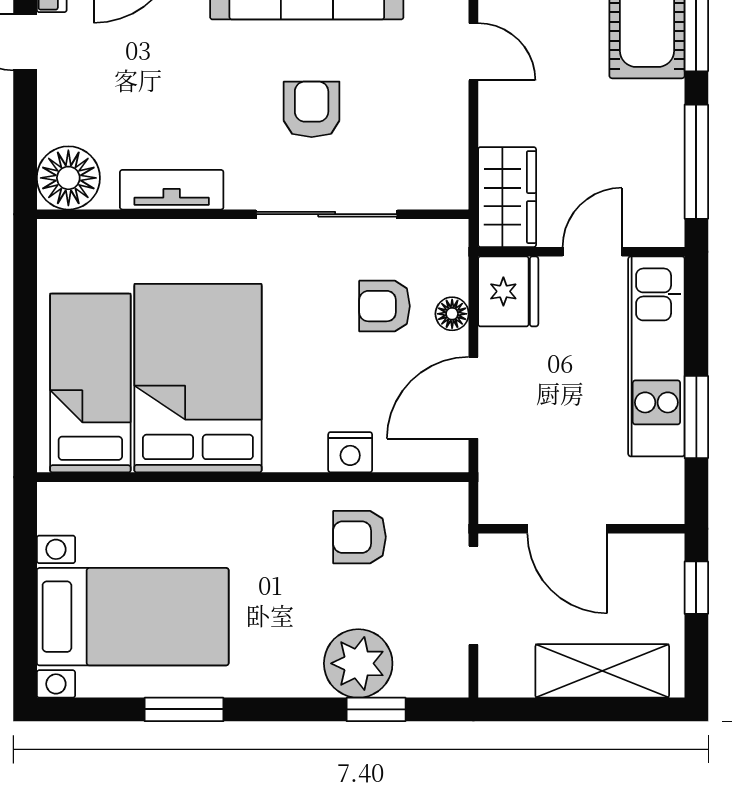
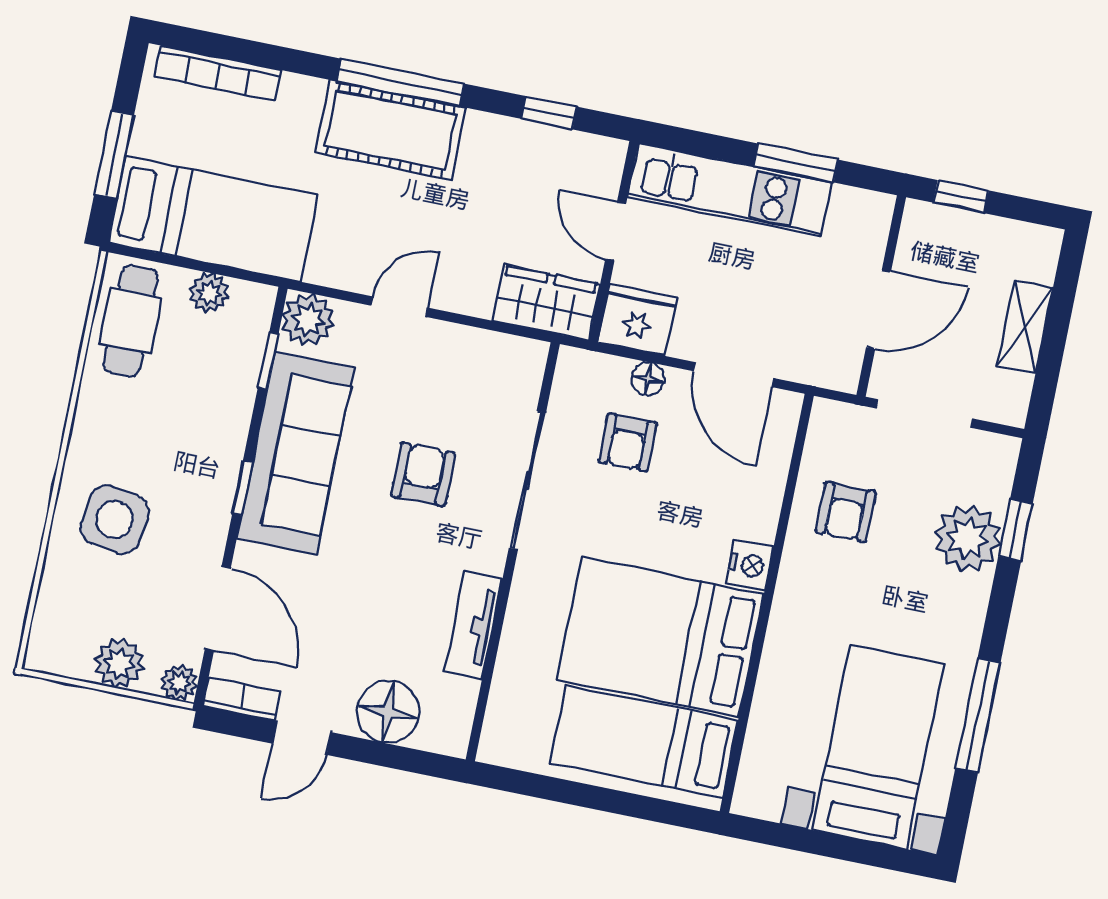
armchair: (312, 109) -> (423, 474), turned 90
window: (696, 162) -> (549, 113), width x0.46
floor lamp: (68, 178) -> (388, 712), moved
nightstand: (350, 452) -> (750, 565), moved
shelving: (602, 671) -> (1025, 327), width x0.67, depth x0.75
window: (184, 709) -> (978, 716), width x1.44

